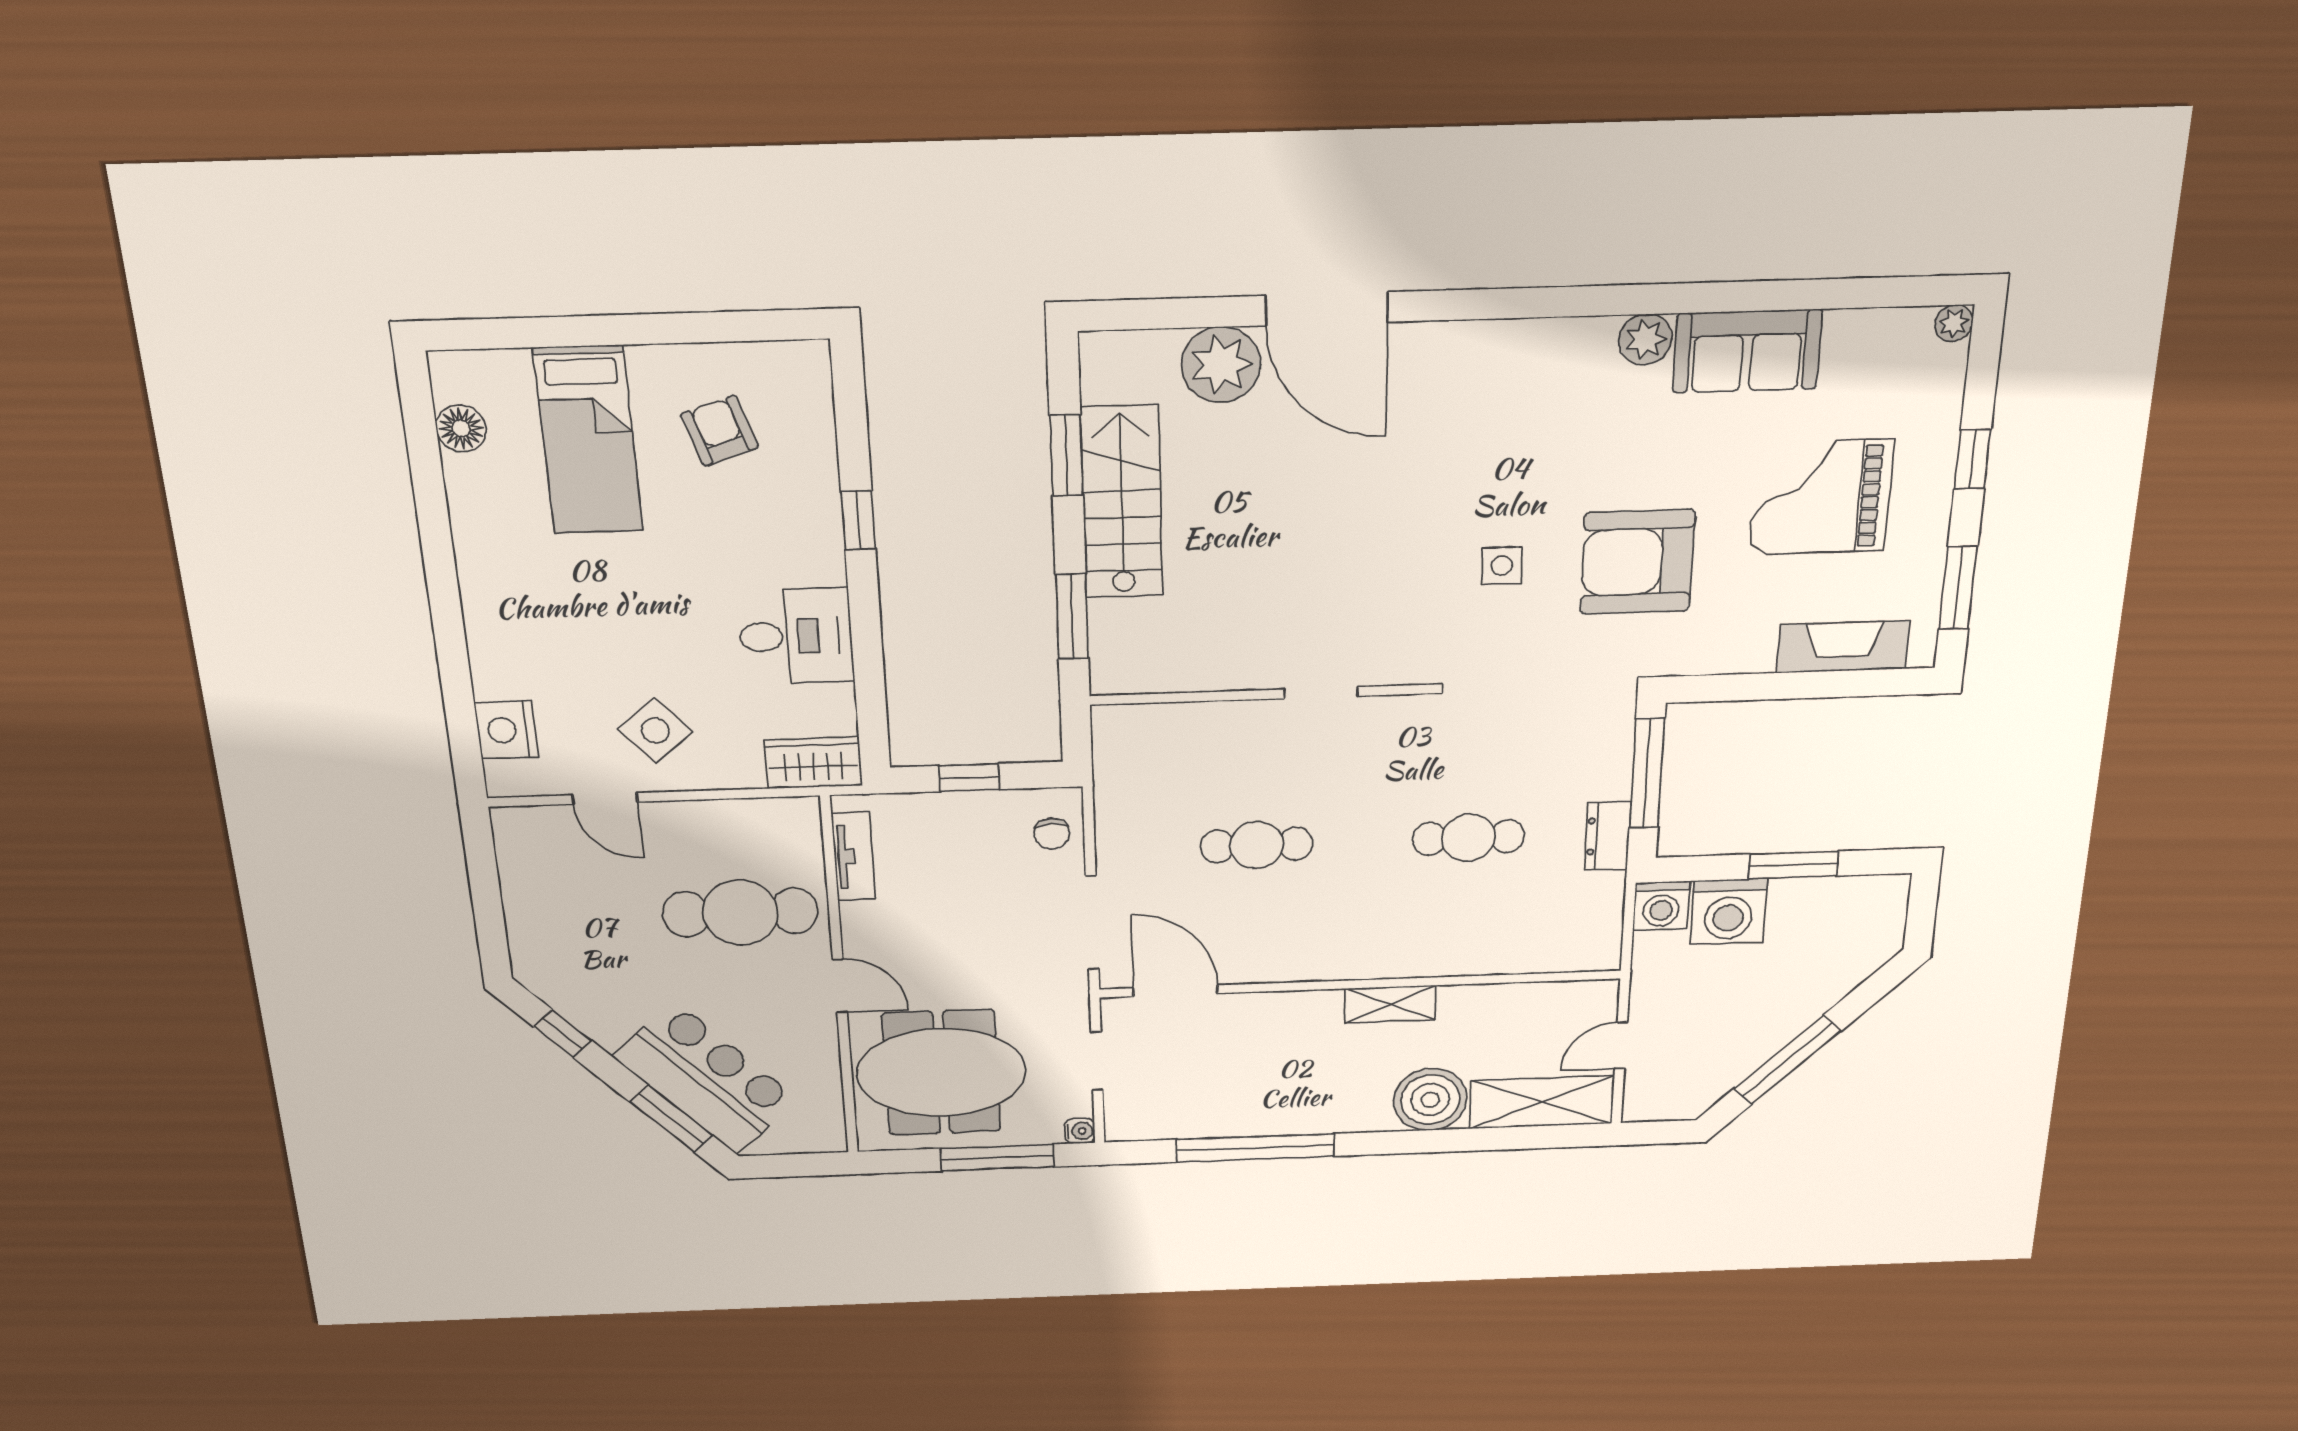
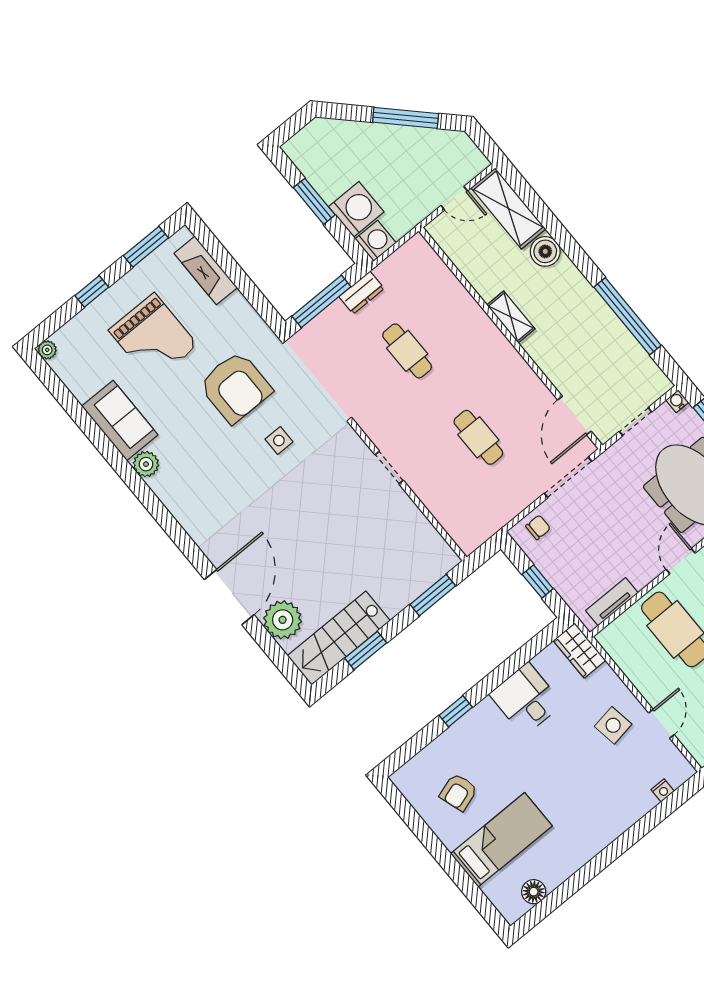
stairs: (1122, 502) -> (339, 638), moved
nightstand: (506, 730) -> (663, 790), width x0.53, depth x0.56
side table: (655, 731) -> (613, 725), turned 32
boiler: (1430, 1100) -> (545, 251), width x0.73, depth x0.73

